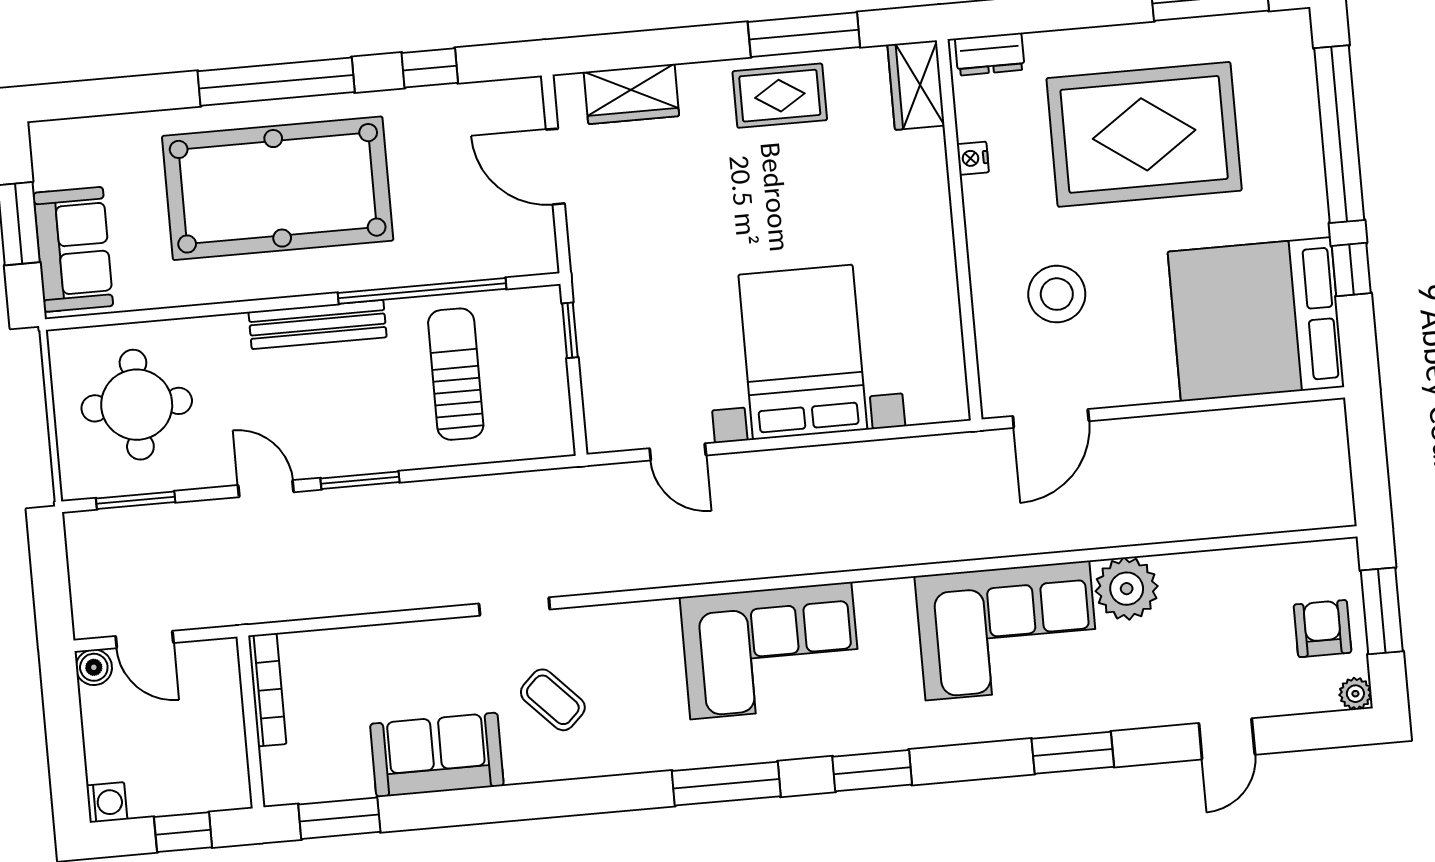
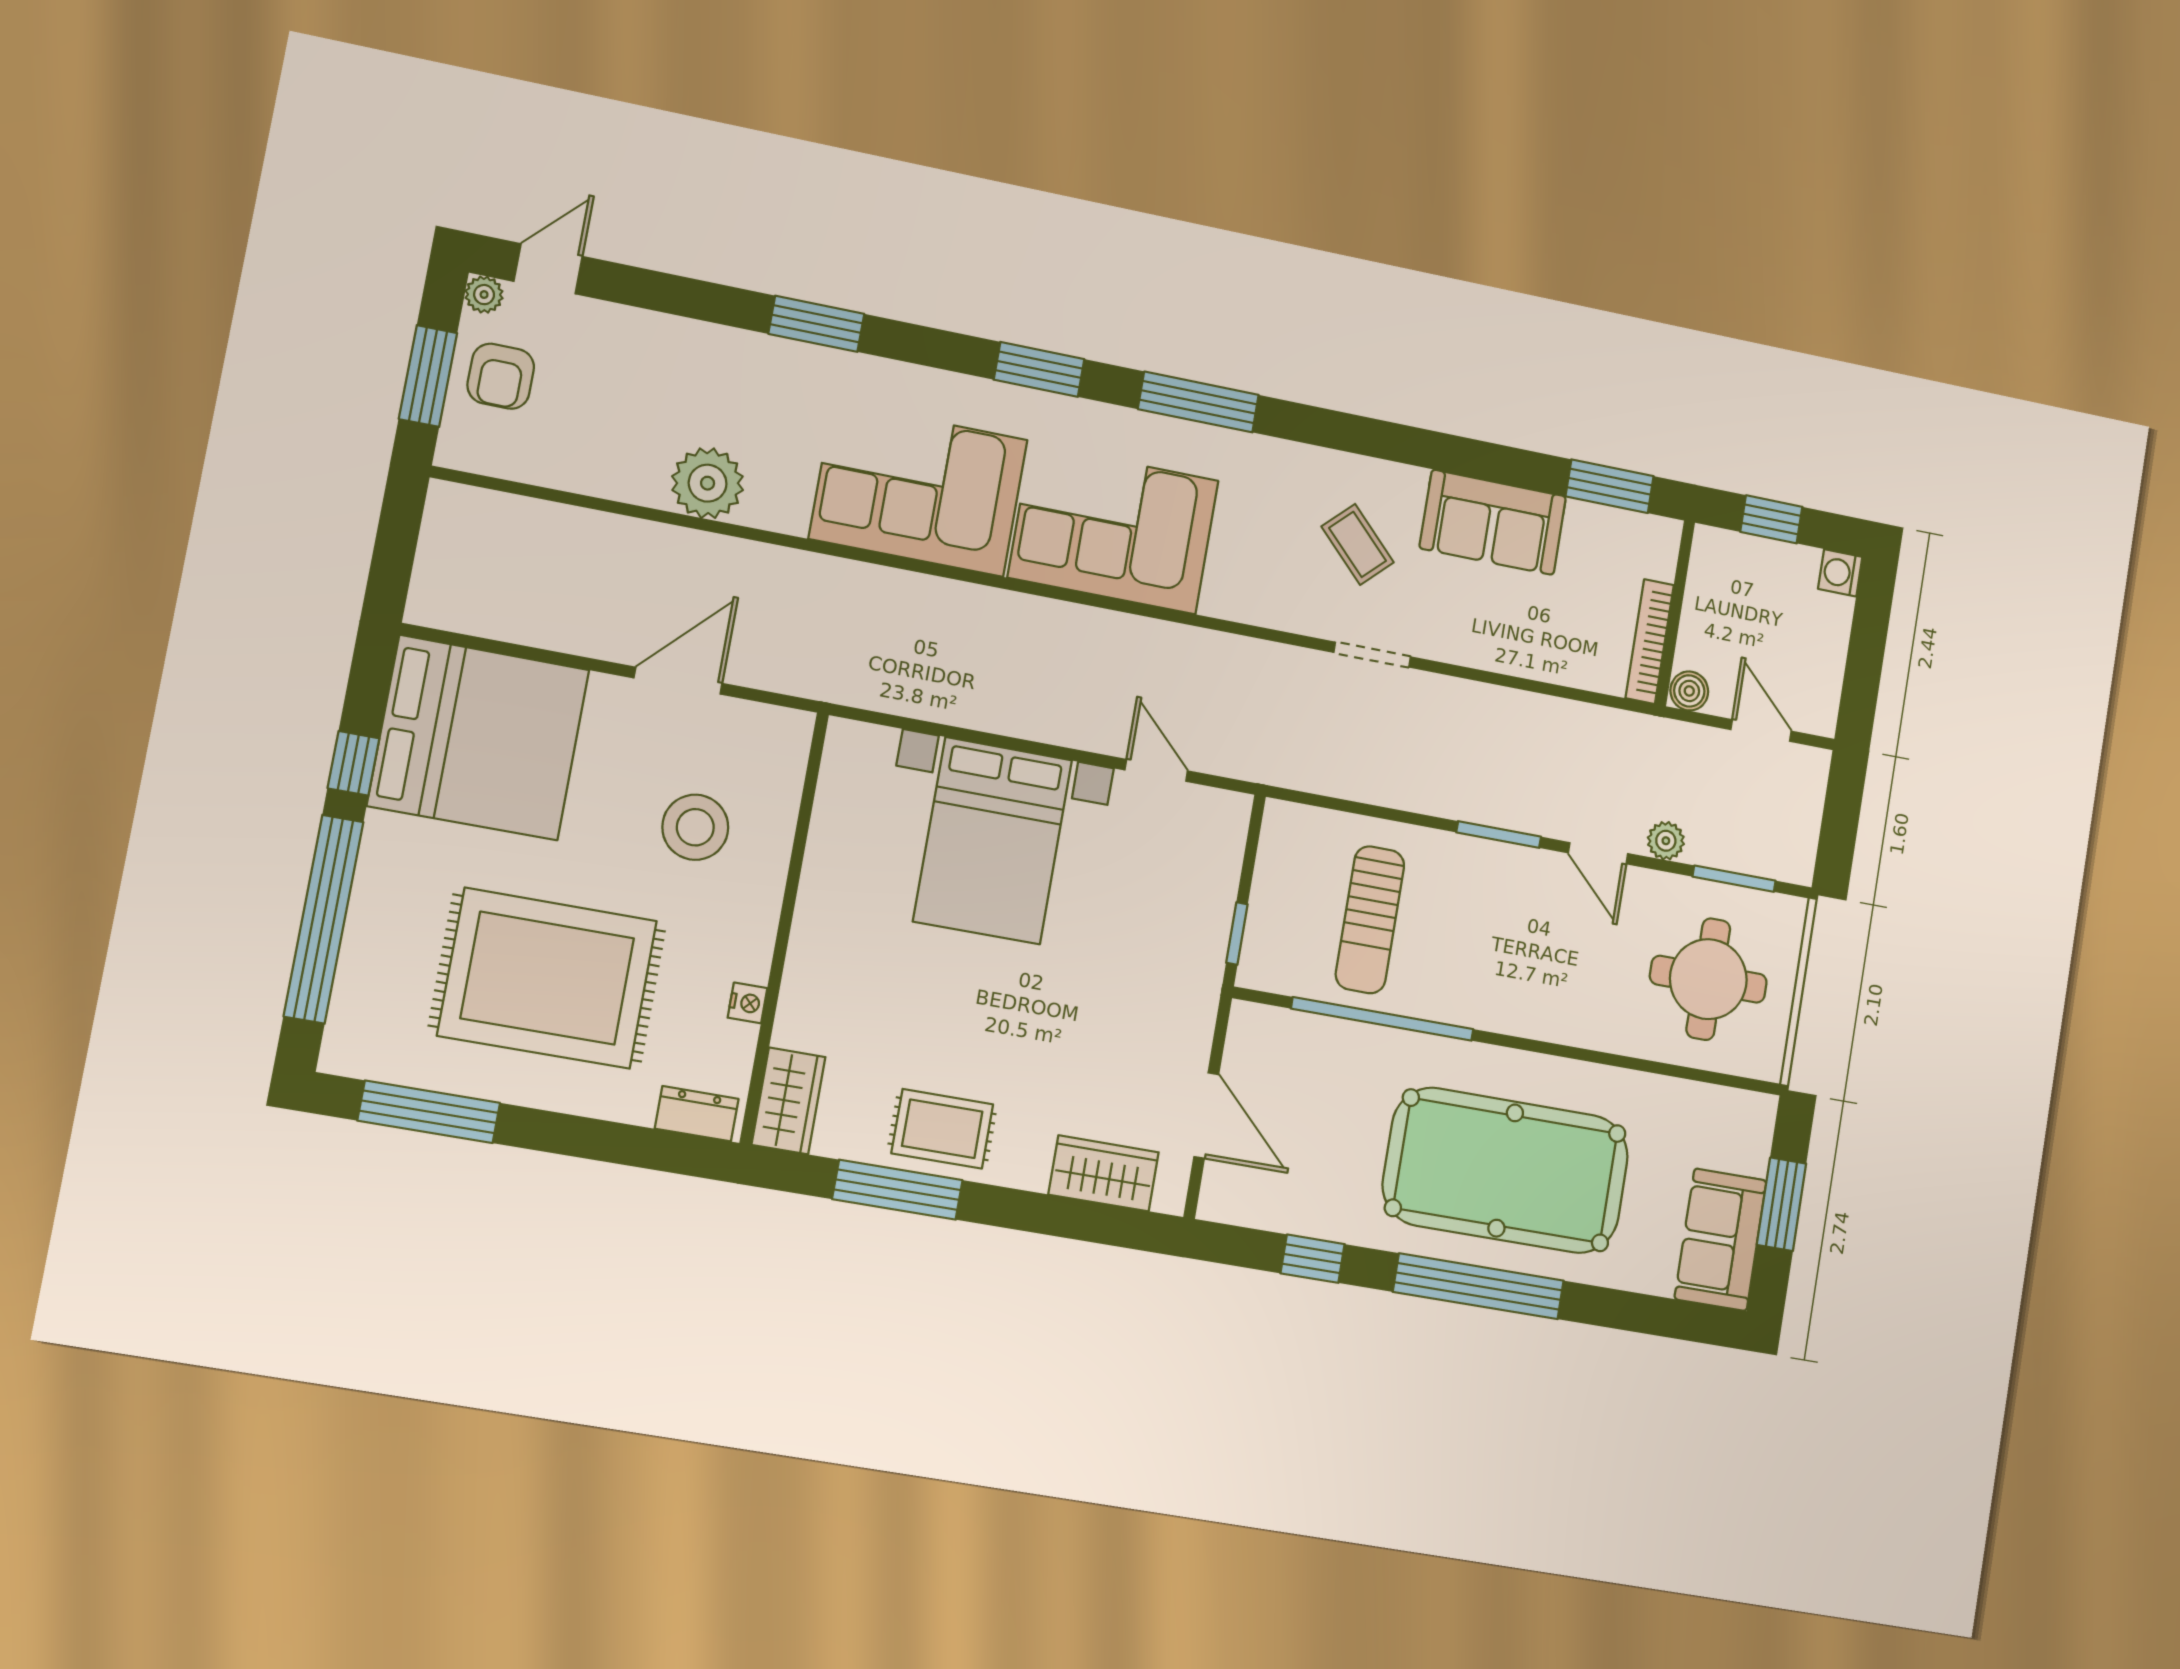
sofa: (73, 249) -> (1721, 1240), moved
bench: (318, 324) -> (1501, 1013), removed
door: (1051, 419) -> (678, 681), moved
plant: (207, 517) -> (1666, 841), added
corner sofa: (1007, 631) -> (918, 489), moved
boiler: (94, 667) -> (1689, 691), moved
door: (1227, 739) -> (548, 269), moved

